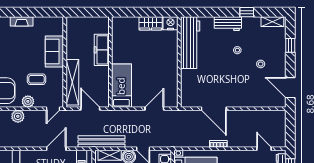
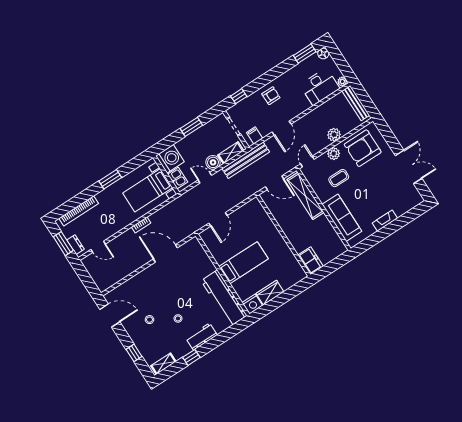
freezer: (102, 50) -> (311, 261), moved, width x0.71
sofa: (54, 52) -> (342, 218), width x1.36
bed: (121, 86) -> (244, 263), moved, turned -90

